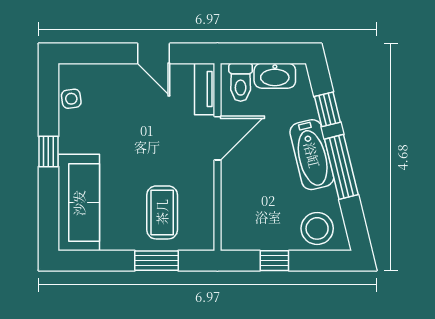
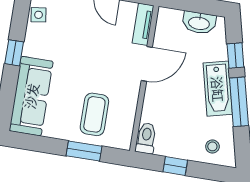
toilet: (241, 82) -> (146, 138), moved, turned 180
stool: (317, 228) -> (212, 146), width x0.53, depth x0.53

